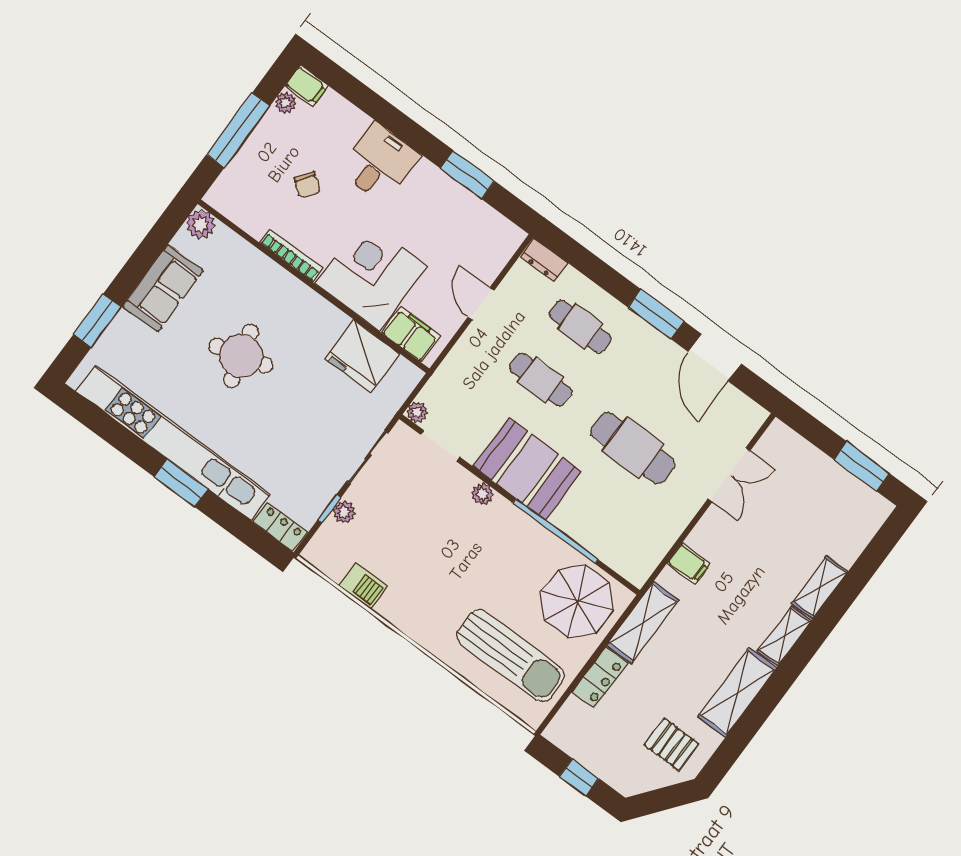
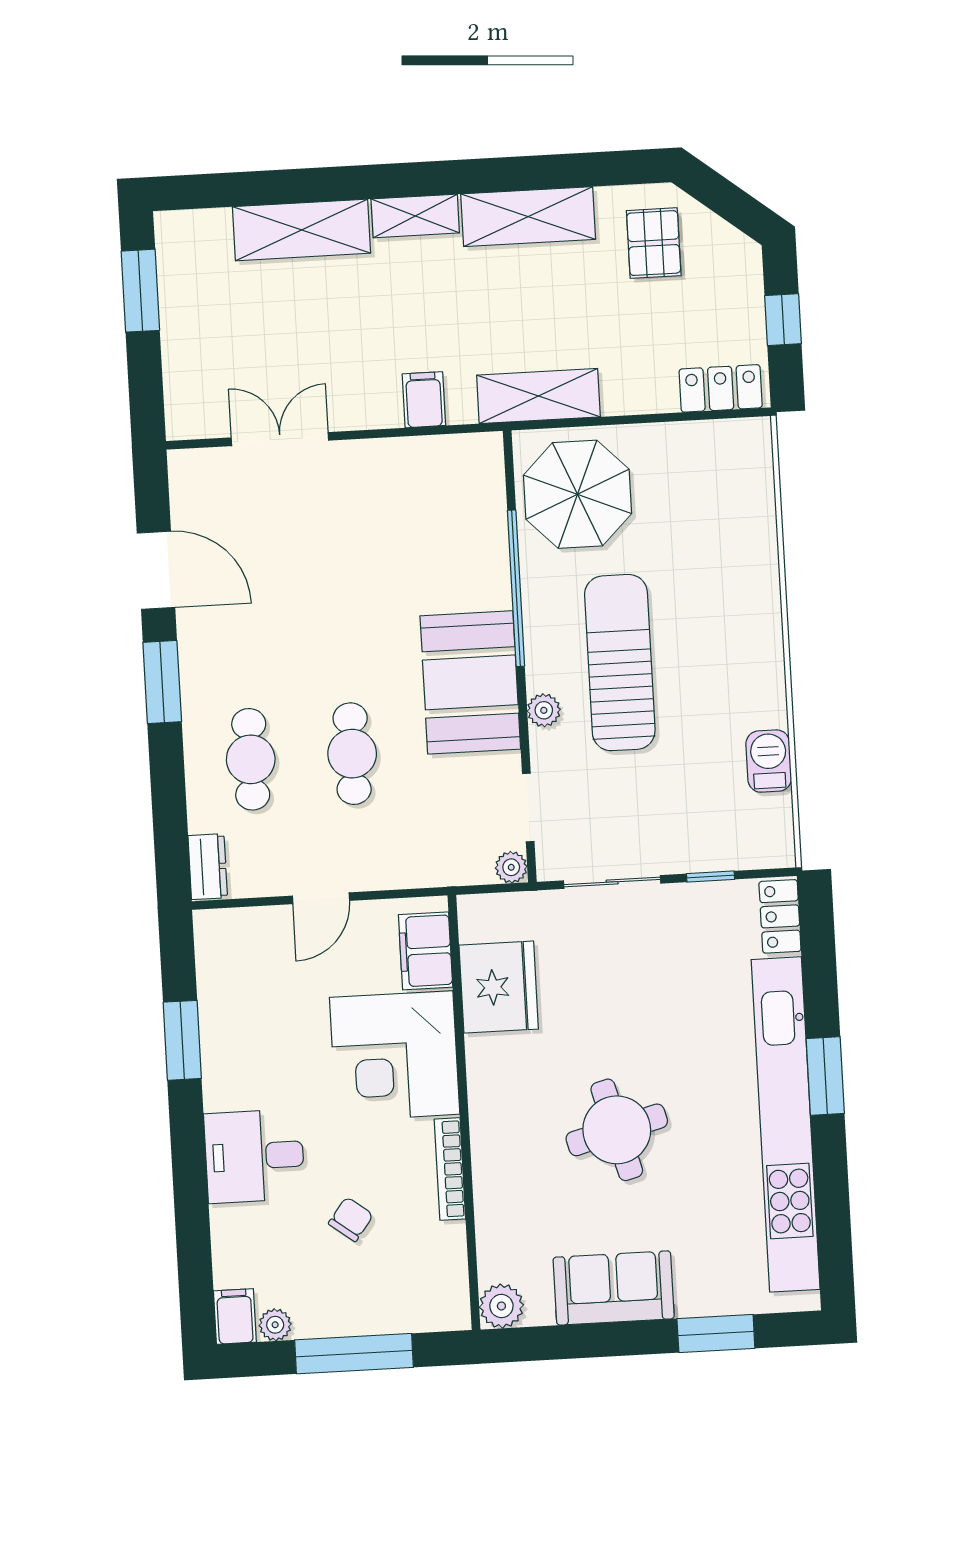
door: (715, 358) -> (156, 570), hinge flipped
cafe table: (633, 448) -> (342, 578), removed
plant: (344, 512) -> (700, 856), removed
shelving: (820, 587) -> (301, 230), width x1.50, depth x1.33
sun lounger: (510, 656) -> (620, 663), moved
locker: (600, 678) -> (721, 388), moved

